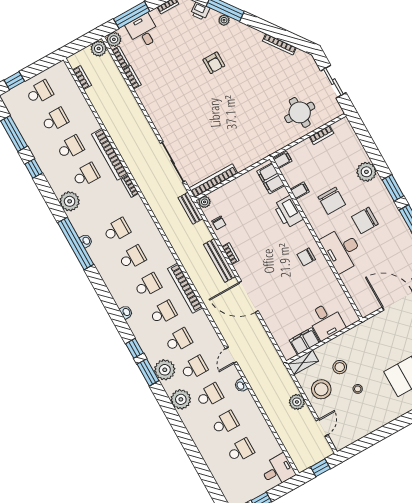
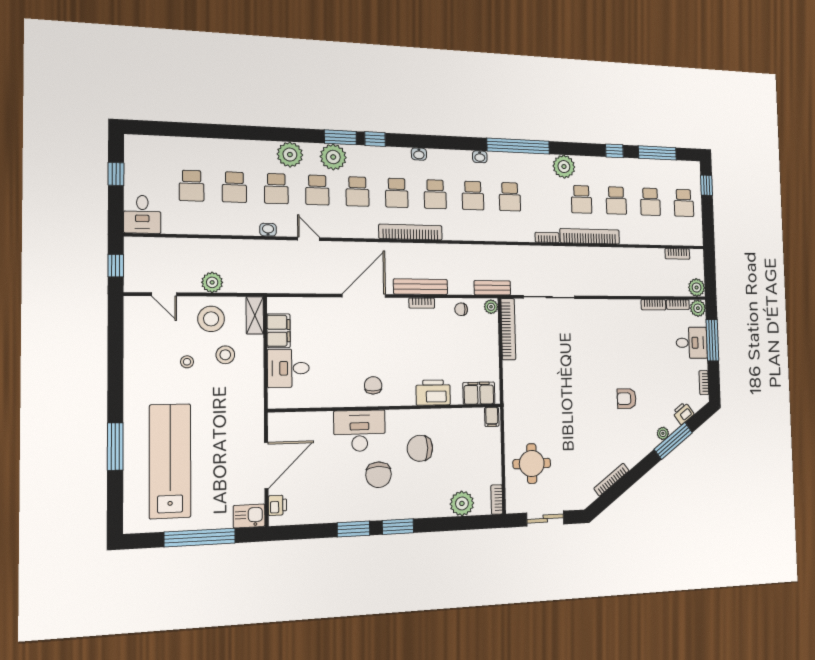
bookcase: (321, 135) -> (497, 500), moved
plant: (366, 172) -> (462, 503), moved
filing cabinet: (300, 190) -> (450, 418), removed
chair: (365, 220) -> (379, 475), turned 180
washbasin: (86, 241) -> (480, 157), moved

